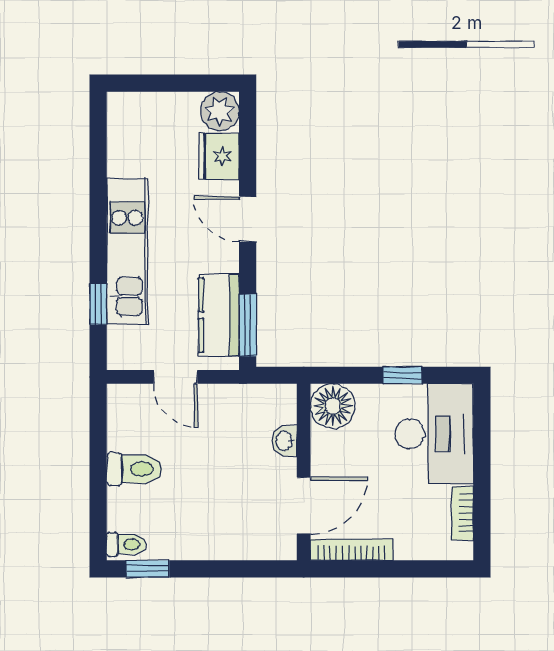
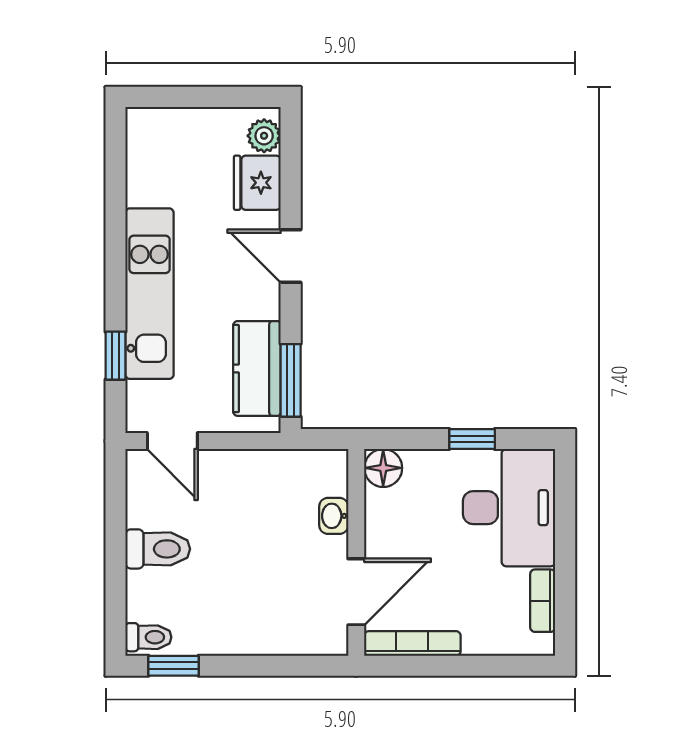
plant: (220, 111) -> (264, 136), width x0.73, depth x0.73
door: (176, 377) -> (172, 441), moved
floor lamp: (333, 406) -> (383, 468), width x0.73, depth x0.73

